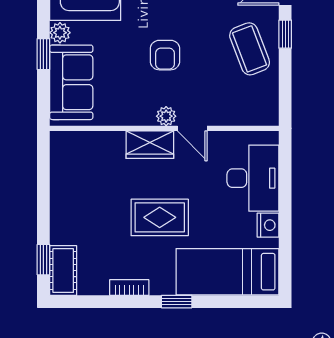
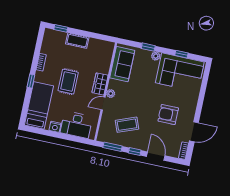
coffee table: (250, 49) -> (127, 125), moved
armchair: (165, 55) -> (137, 99), removed
sofa: (71, 82) -> (122, 64), moved, turned -90
window: (285, 86) -> (112, 147), added
cot: (63, 271) -> (77, 41), moved

